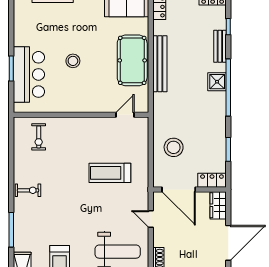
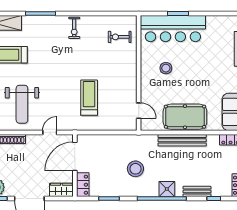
stool: (73, 61) -> (166, 68), moved
bar counter: (29, 74) -> (173, 29), width x1.36
stool: (174, 147) -> (135, 169), moved

